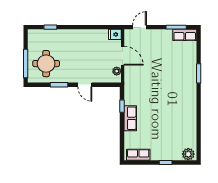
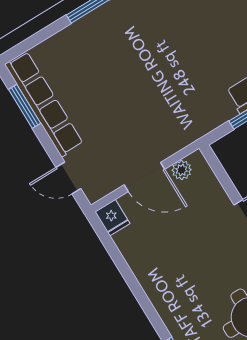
row of seats: (185, 35) -> (44, 104), width x2.02
door: (123, 56) -> (144, 177), swing flipped

